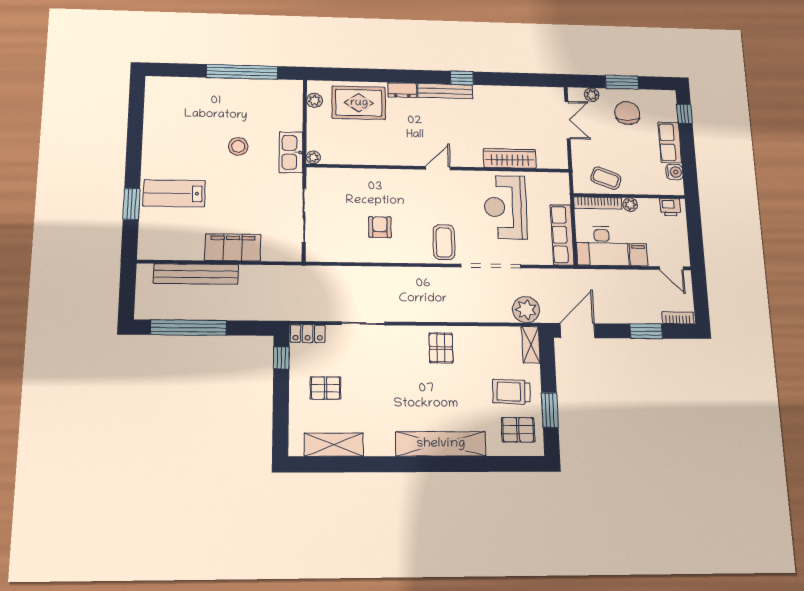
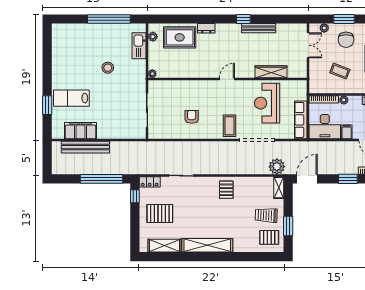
bench: (445, 91) -> (259, 28), moved
chair: (627, 113) -> (346, 40), turned 180
kitchen sink: (291, 152) -> (139, 46), moved
coffee table: (606, 178) -> (340, 71), moved
filing cabinet: (233, 247) -> (81, 131), moved
window: (189, 328) -> (101, 179), moved
pallet: (325, 388) -> (160, 214), width x1.50, depth x1.42
shelving: (441, 444) -> (207, 245), moved

